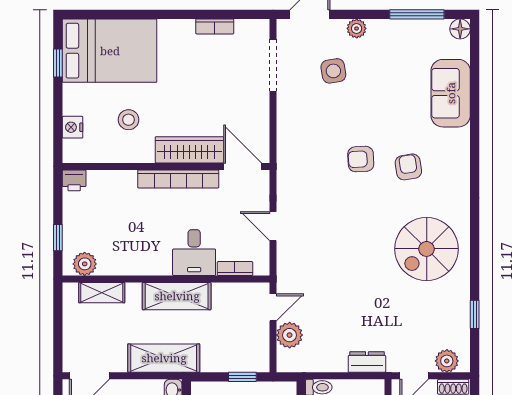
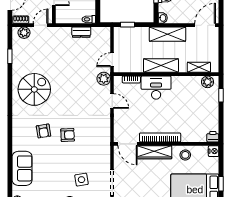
wardrobe: (189, 150) -> (154, 152), moved
wall: (166, 166) -> (166, 144), moved
door: (243, 166) -> (127, 144), moved
bookcase: (178, 179) -> (160, 137), moved
printer: (74, 180) -> (213, 137), moved
desk: (194, 253) -> (156, 88), width x1.37
plant: (290, 335) -> (104, 79), moved
dresser: (367, 362) -> (81, 32), moved

